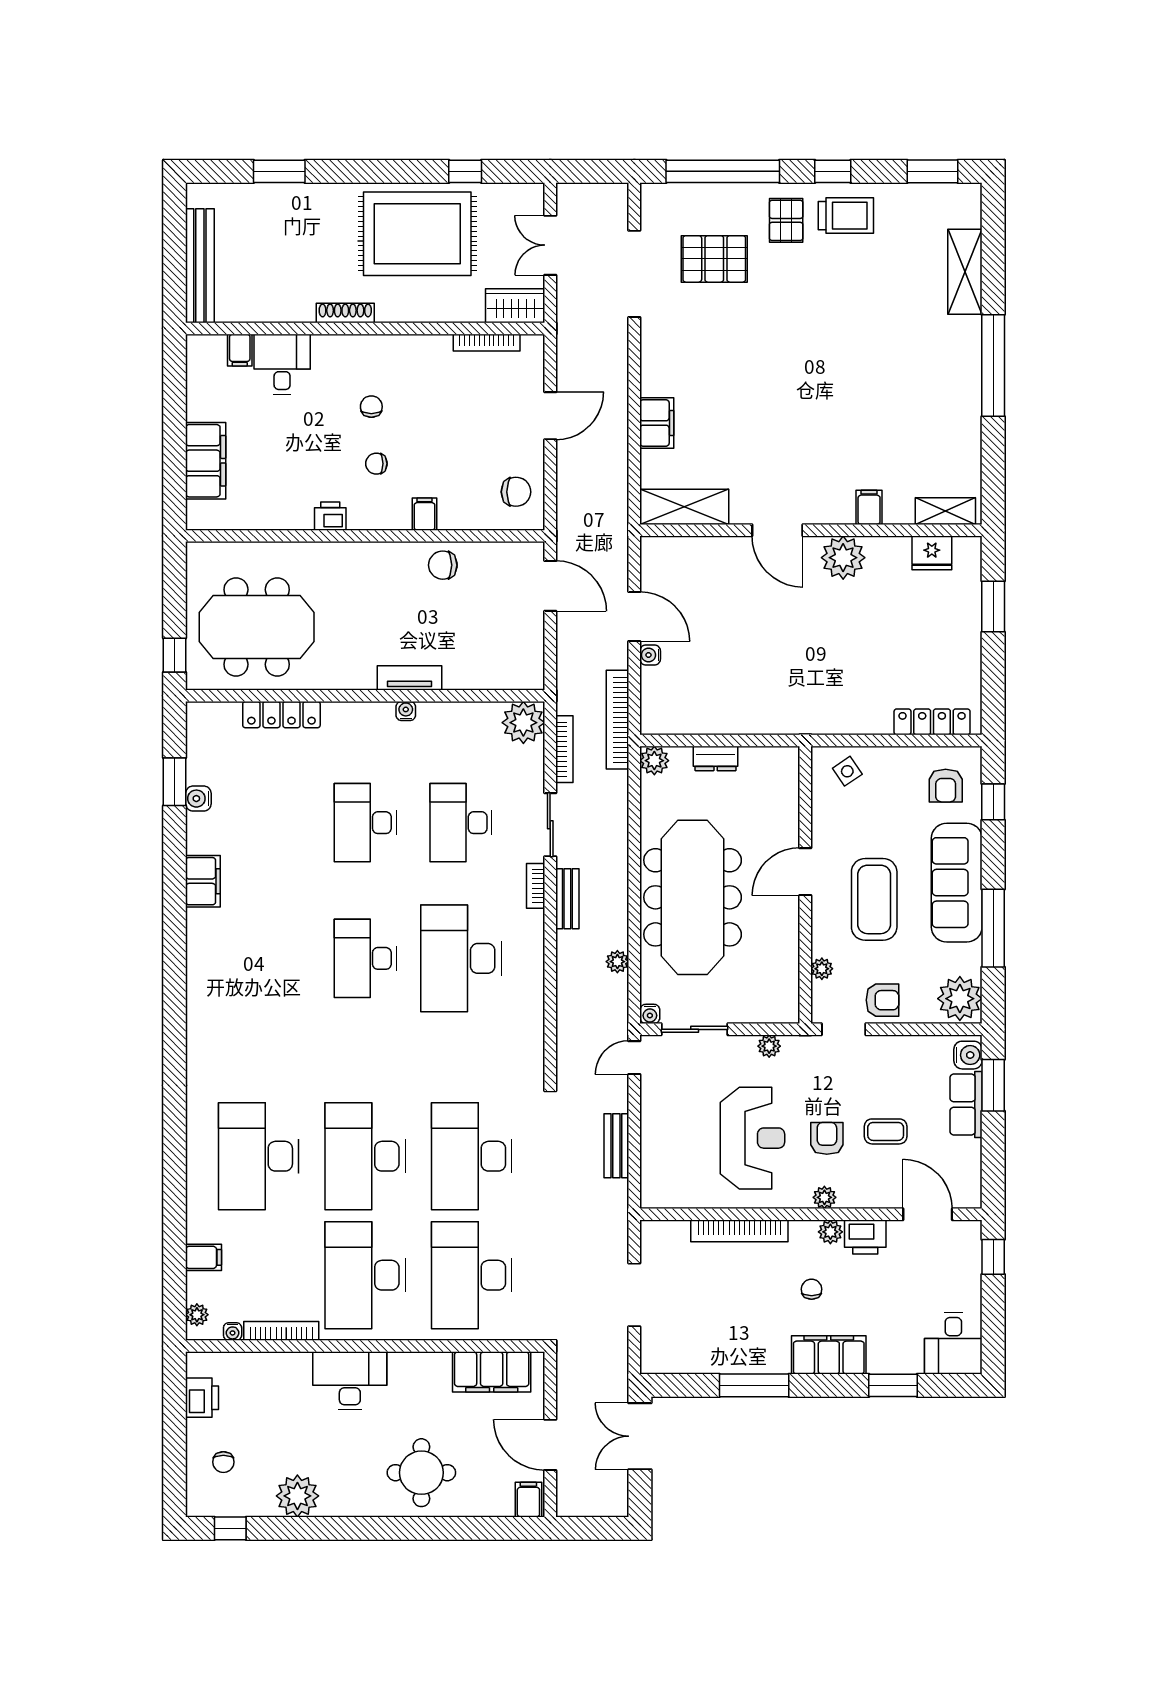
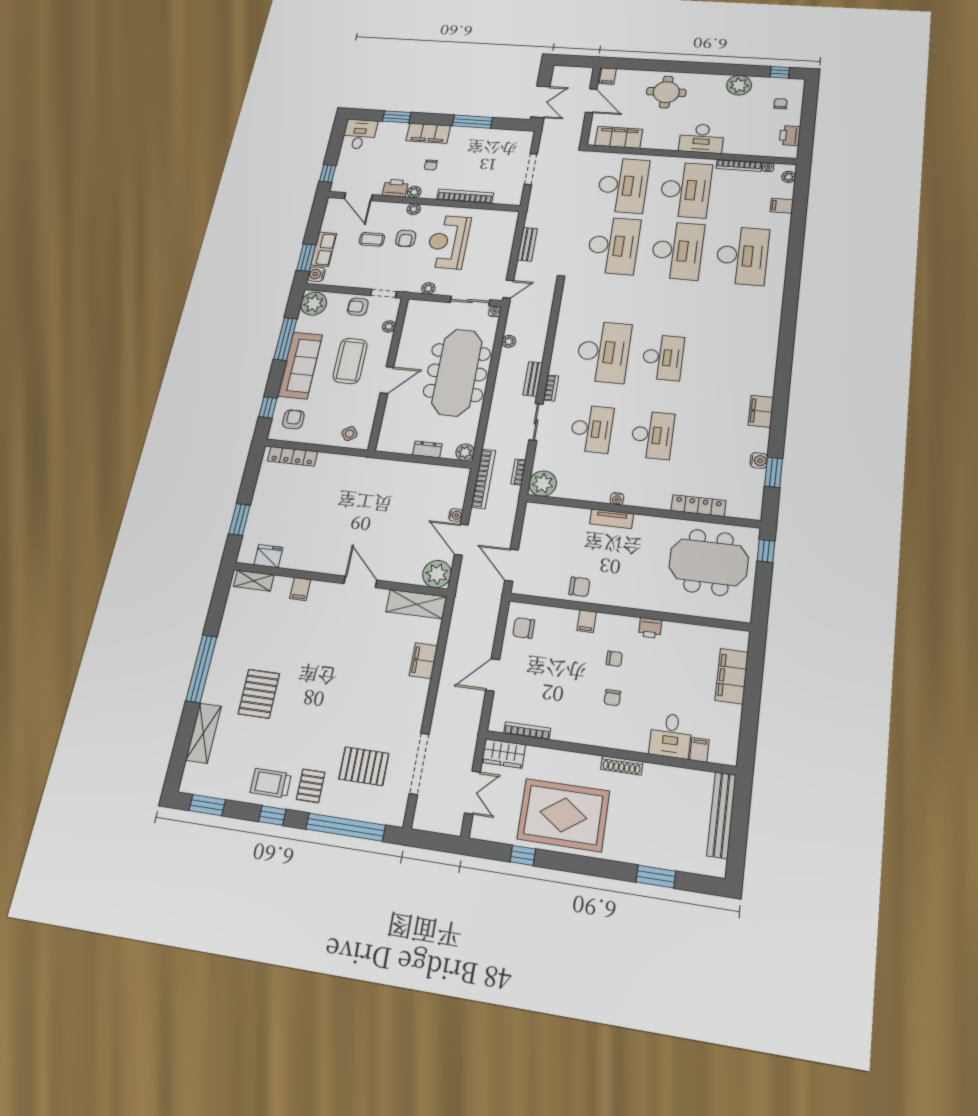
pallet: (895, 341) -> (259, 694), added
plant: (843, 558) -> (437, 574), moved
bookcase: (564, 749) -> (518, 472), width x0.64

